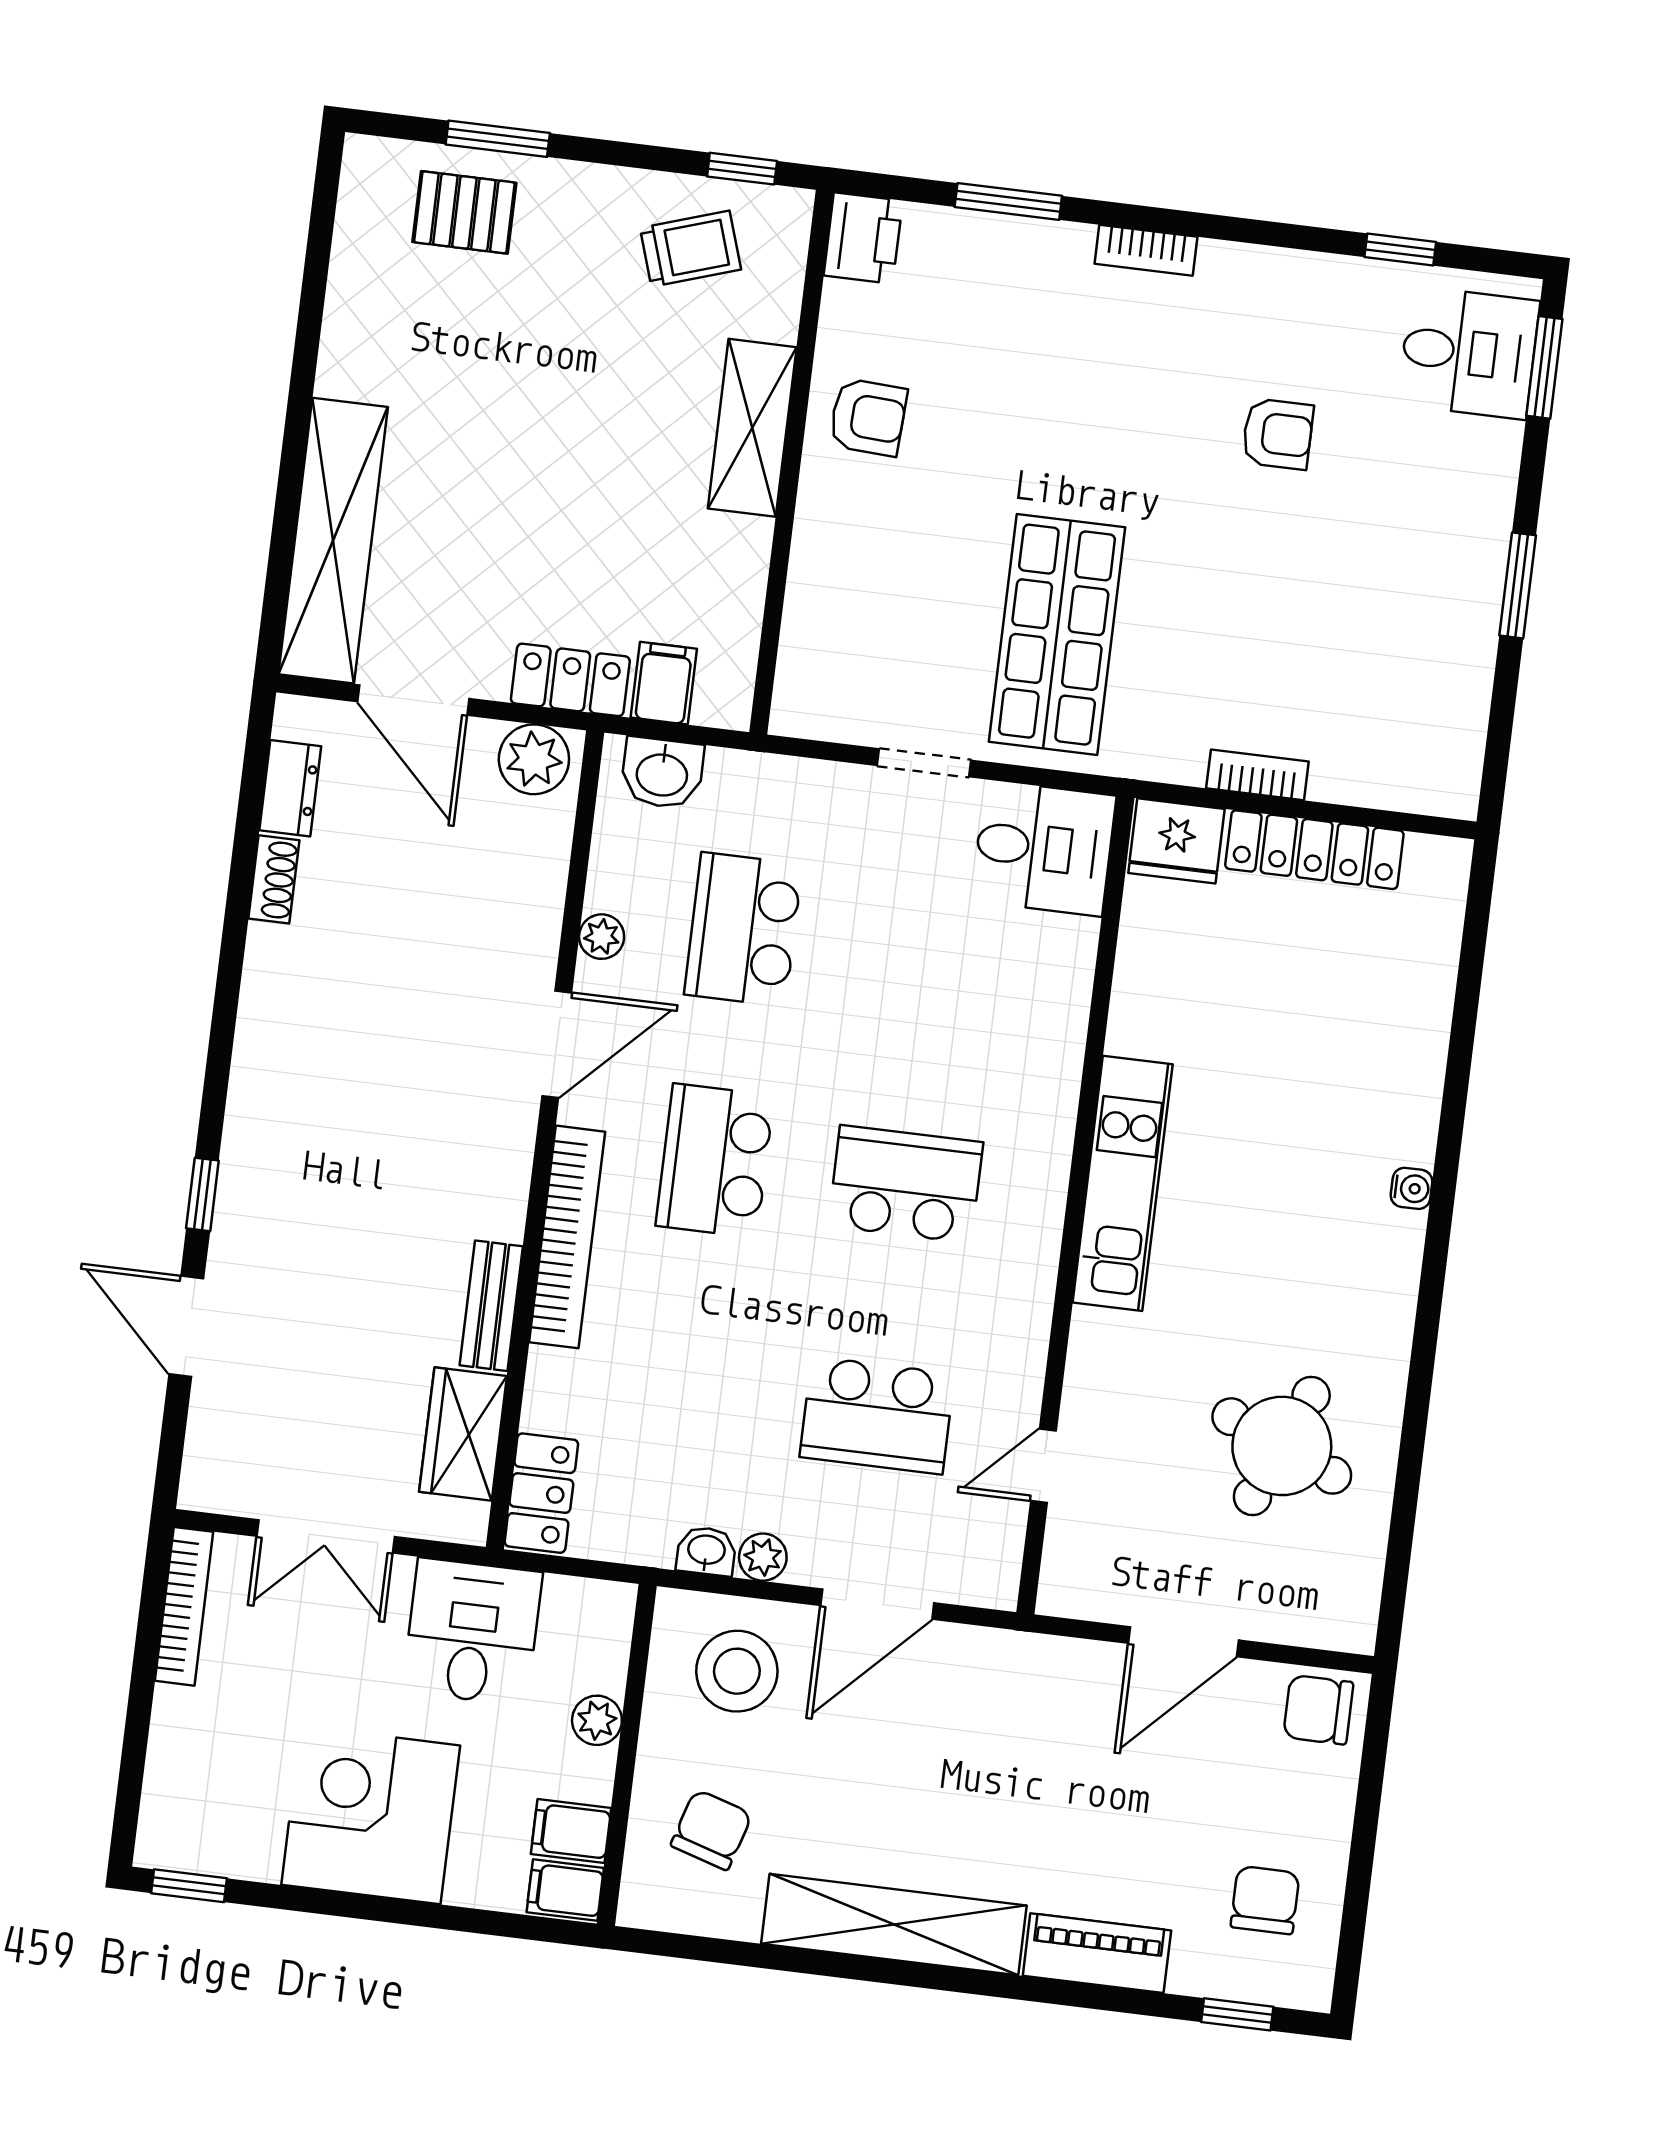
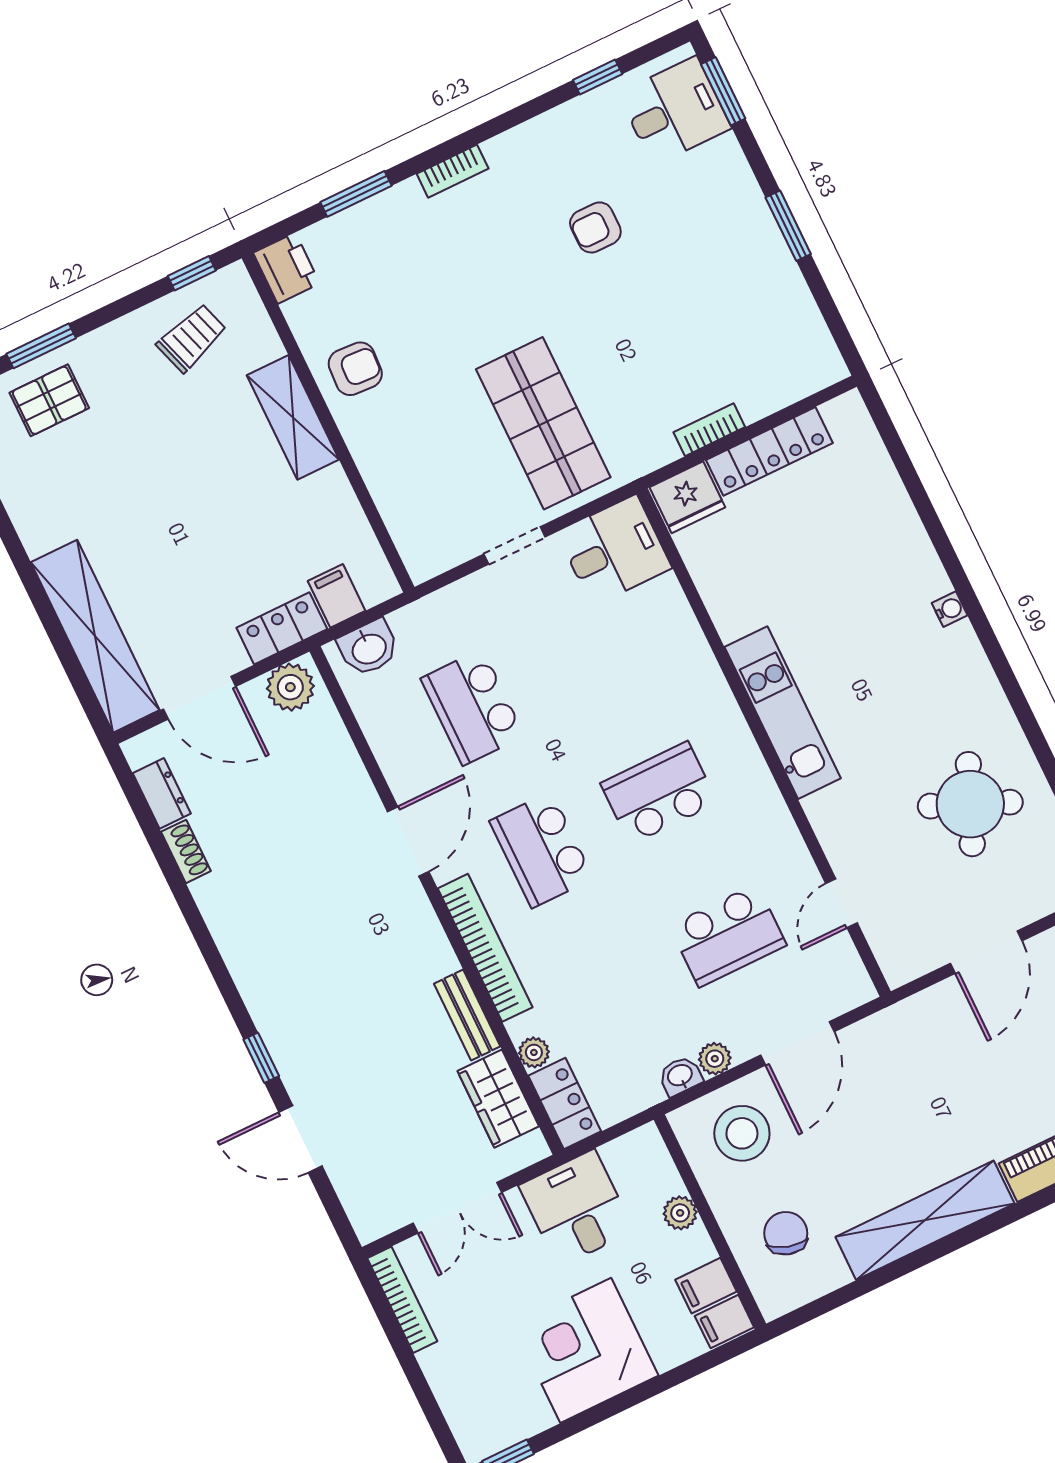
armchair: (1278, 434) -> (595, 227), turned 180
plant: (602, 937) -> (534, 1052), moved

